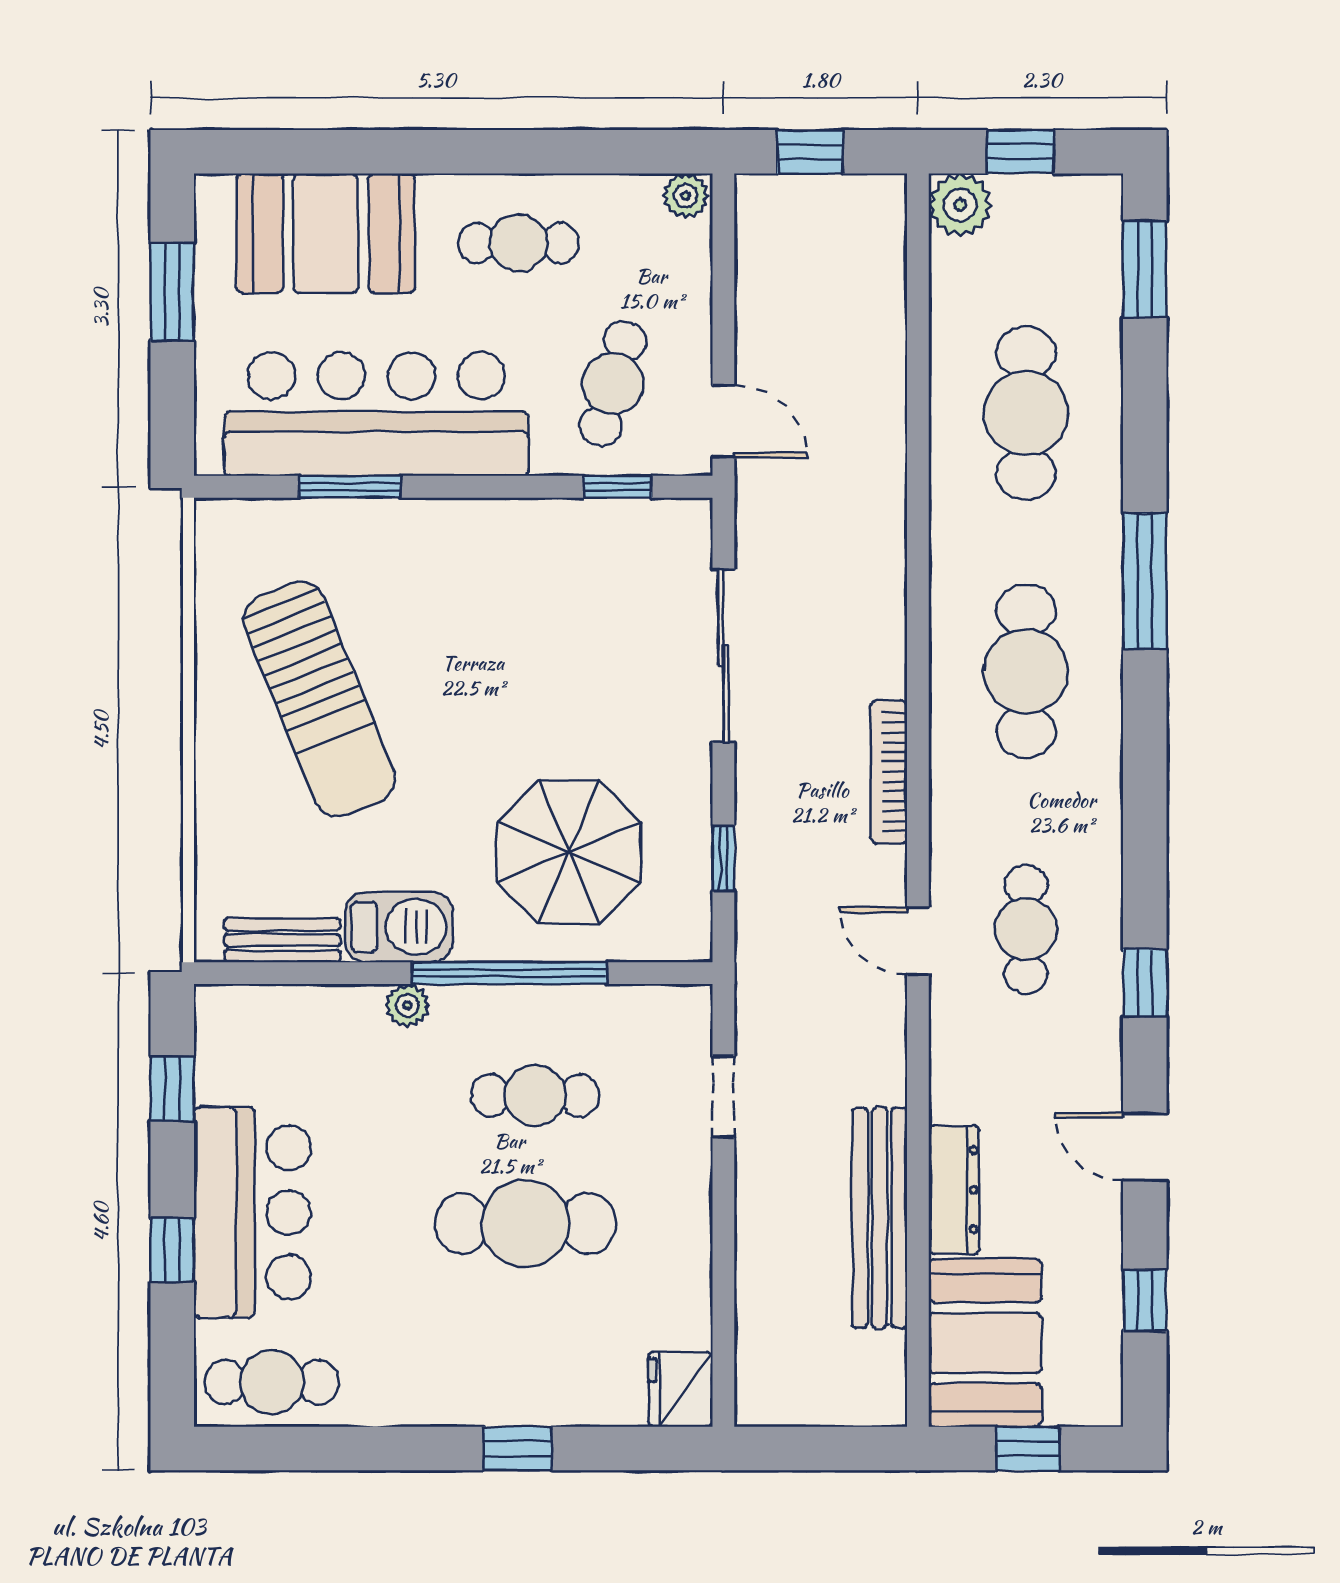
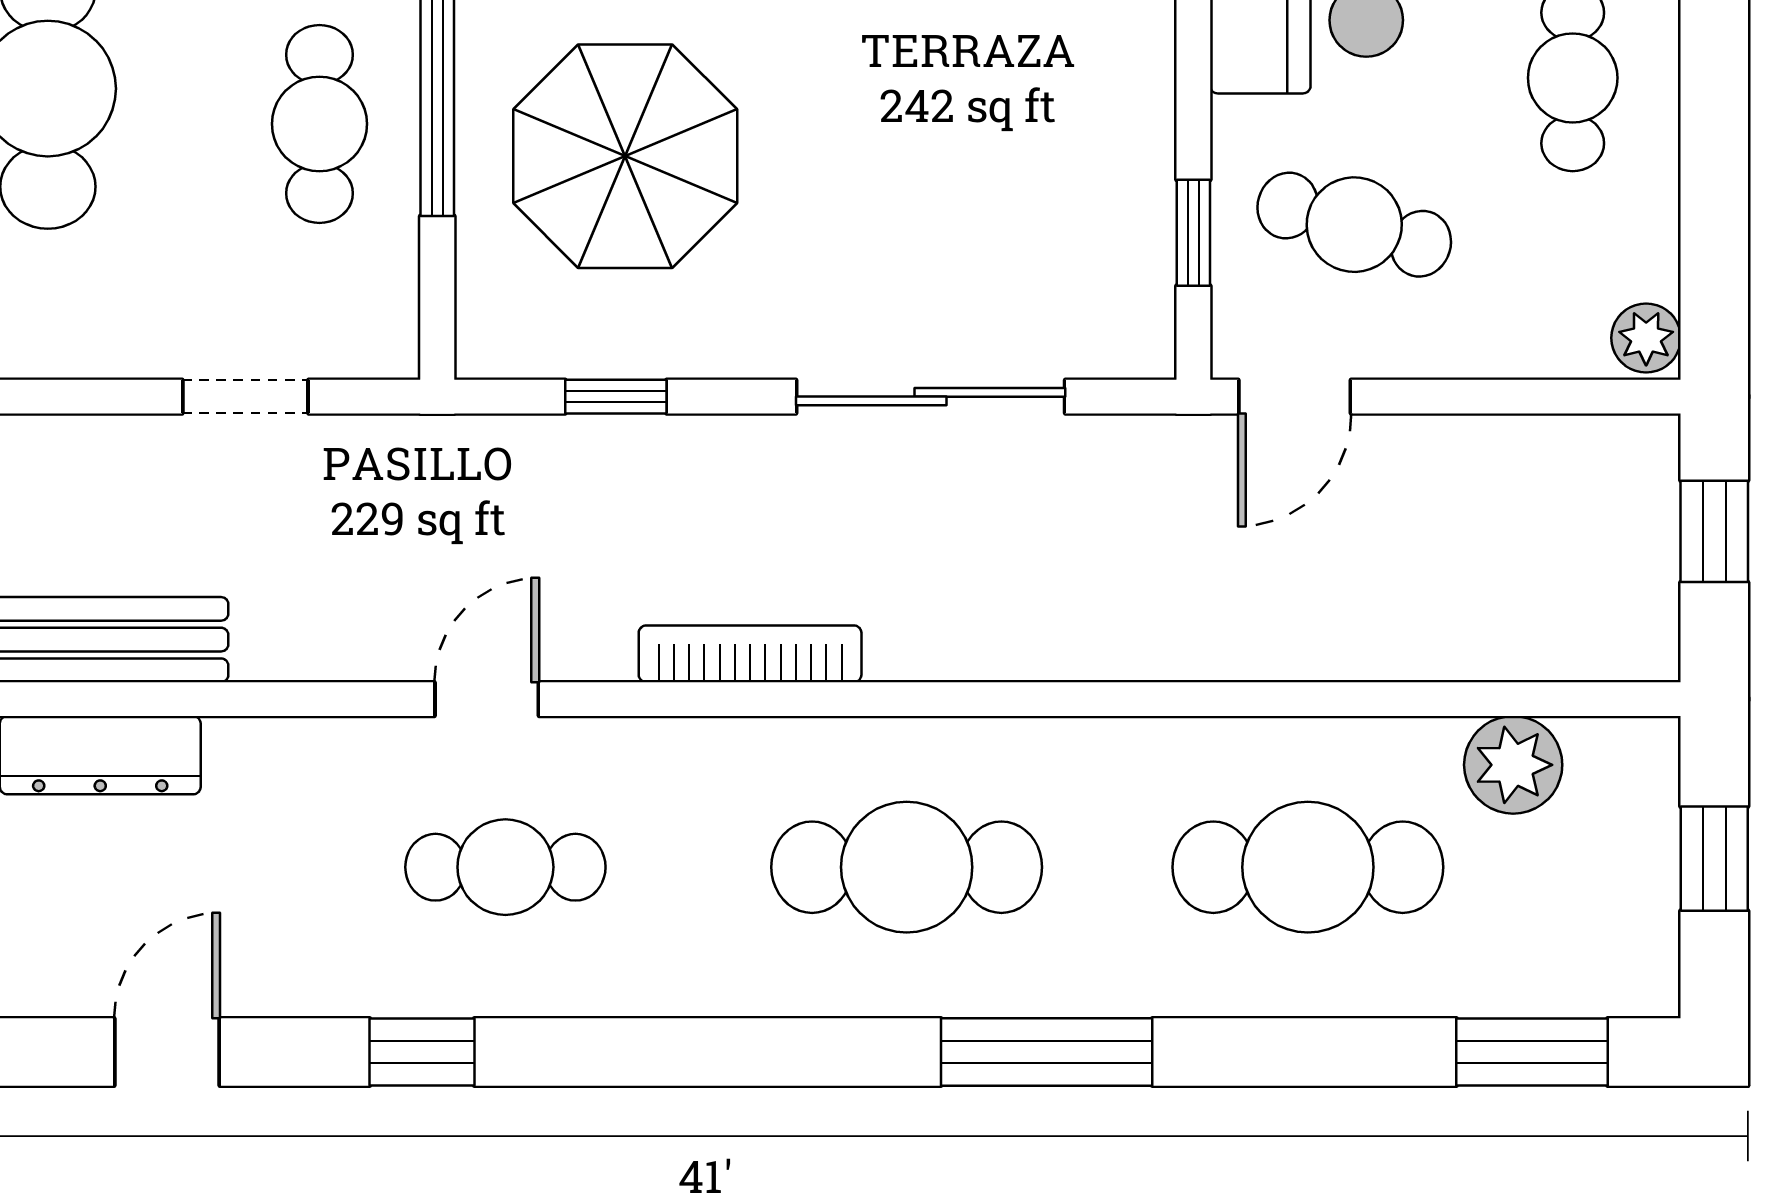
plant: (960, 205) -> (1513, 765), moved
cafe table: (535, 1096) -> (319, 124), moved

